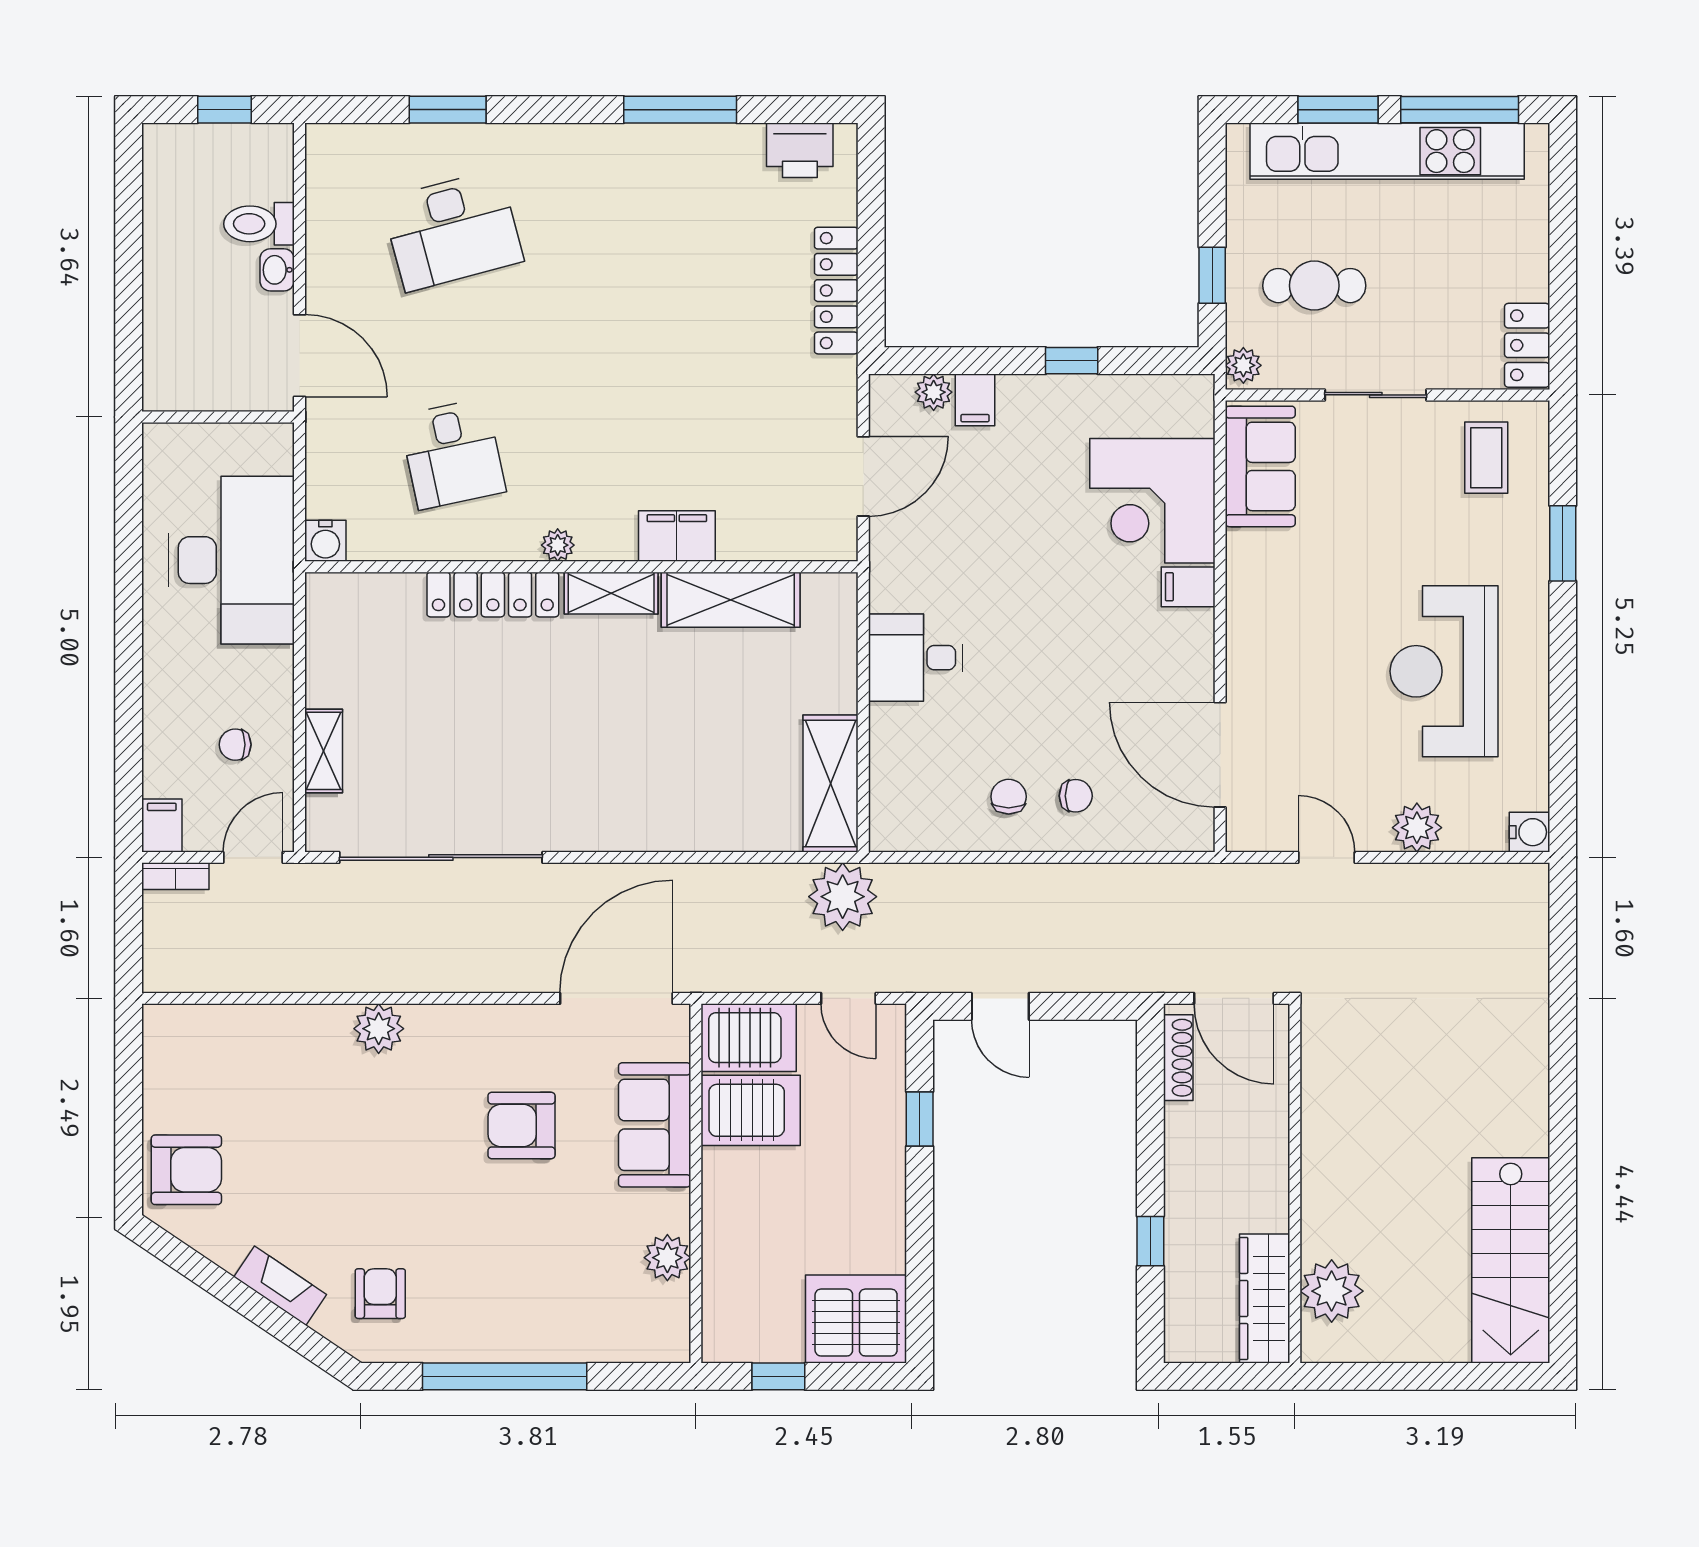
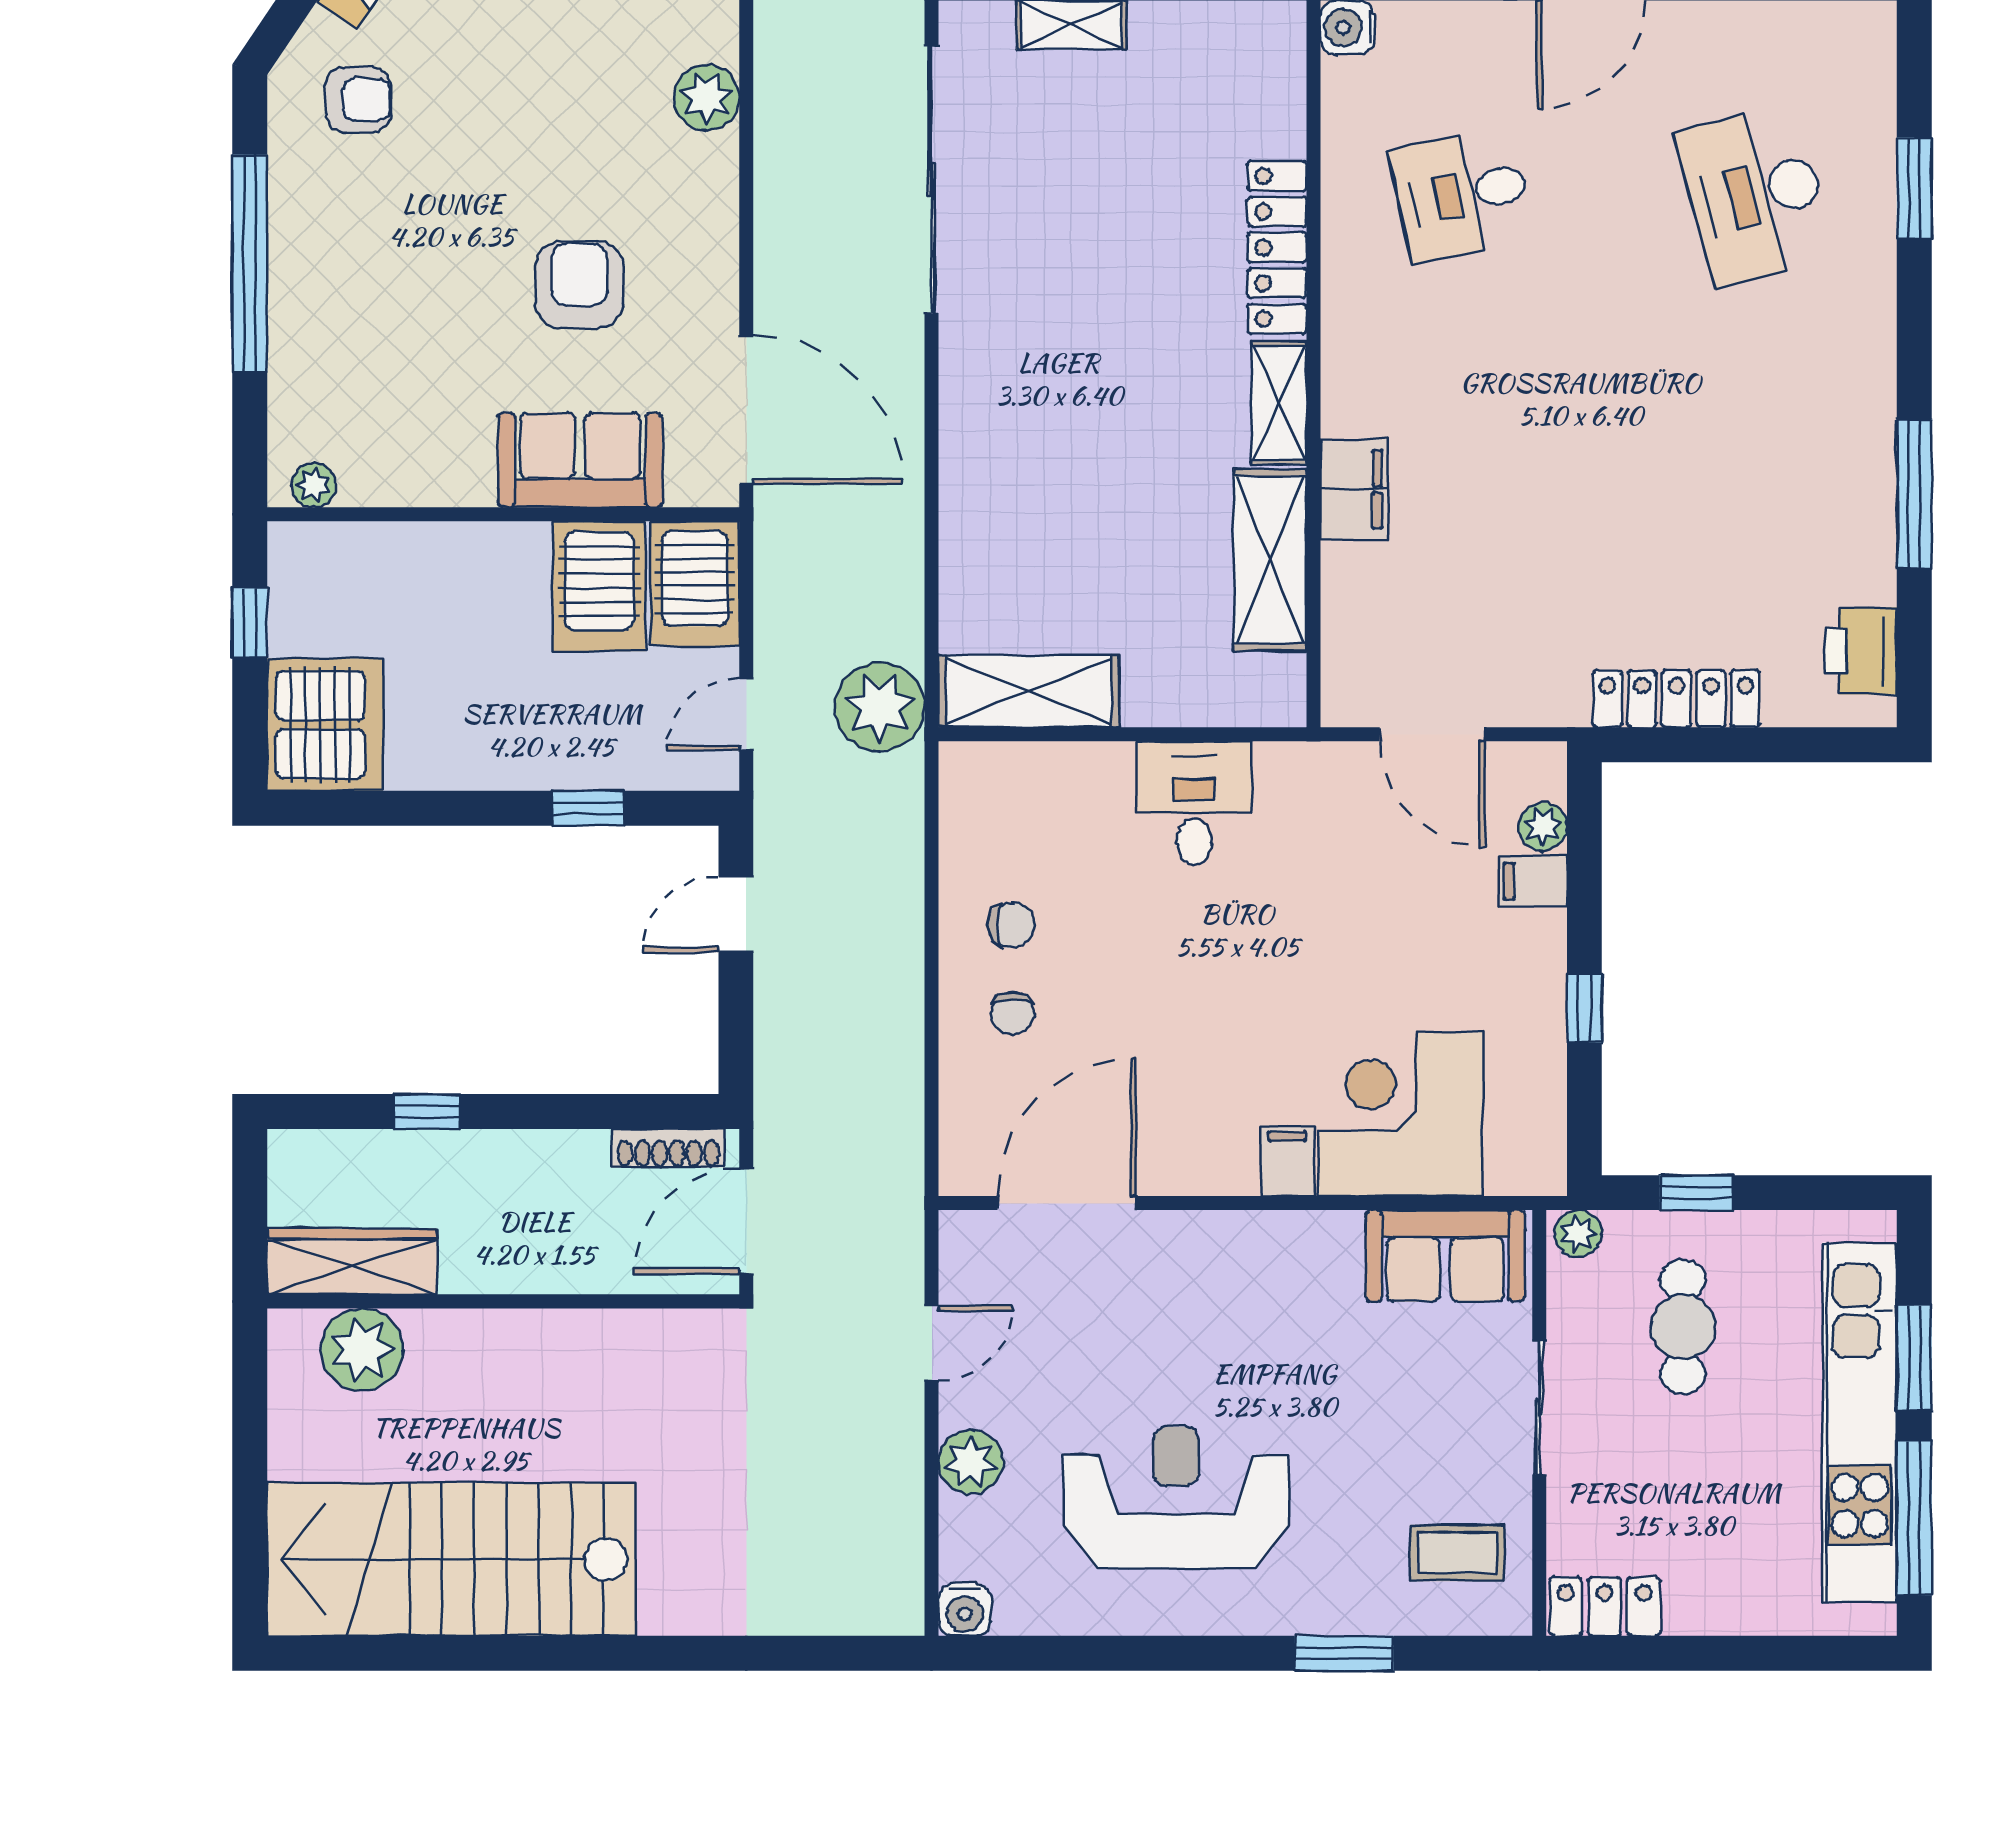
plant: (558, 545) -> (1342, 333), removed
plant: (667, 1258) -> (314, 485), moved, width x0.73, depth x0.73
stairs: (1511, 1260) -> (451, 1559), width x1.36, depth x1.51

